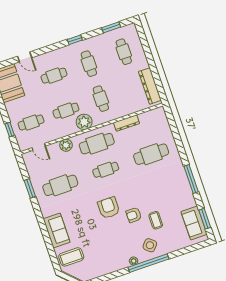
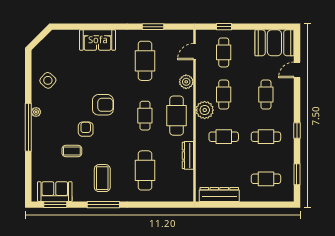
side table: (150, 245) -> (48, 80), moved
coffee table: (71, 257) -> (102, 178), moved

